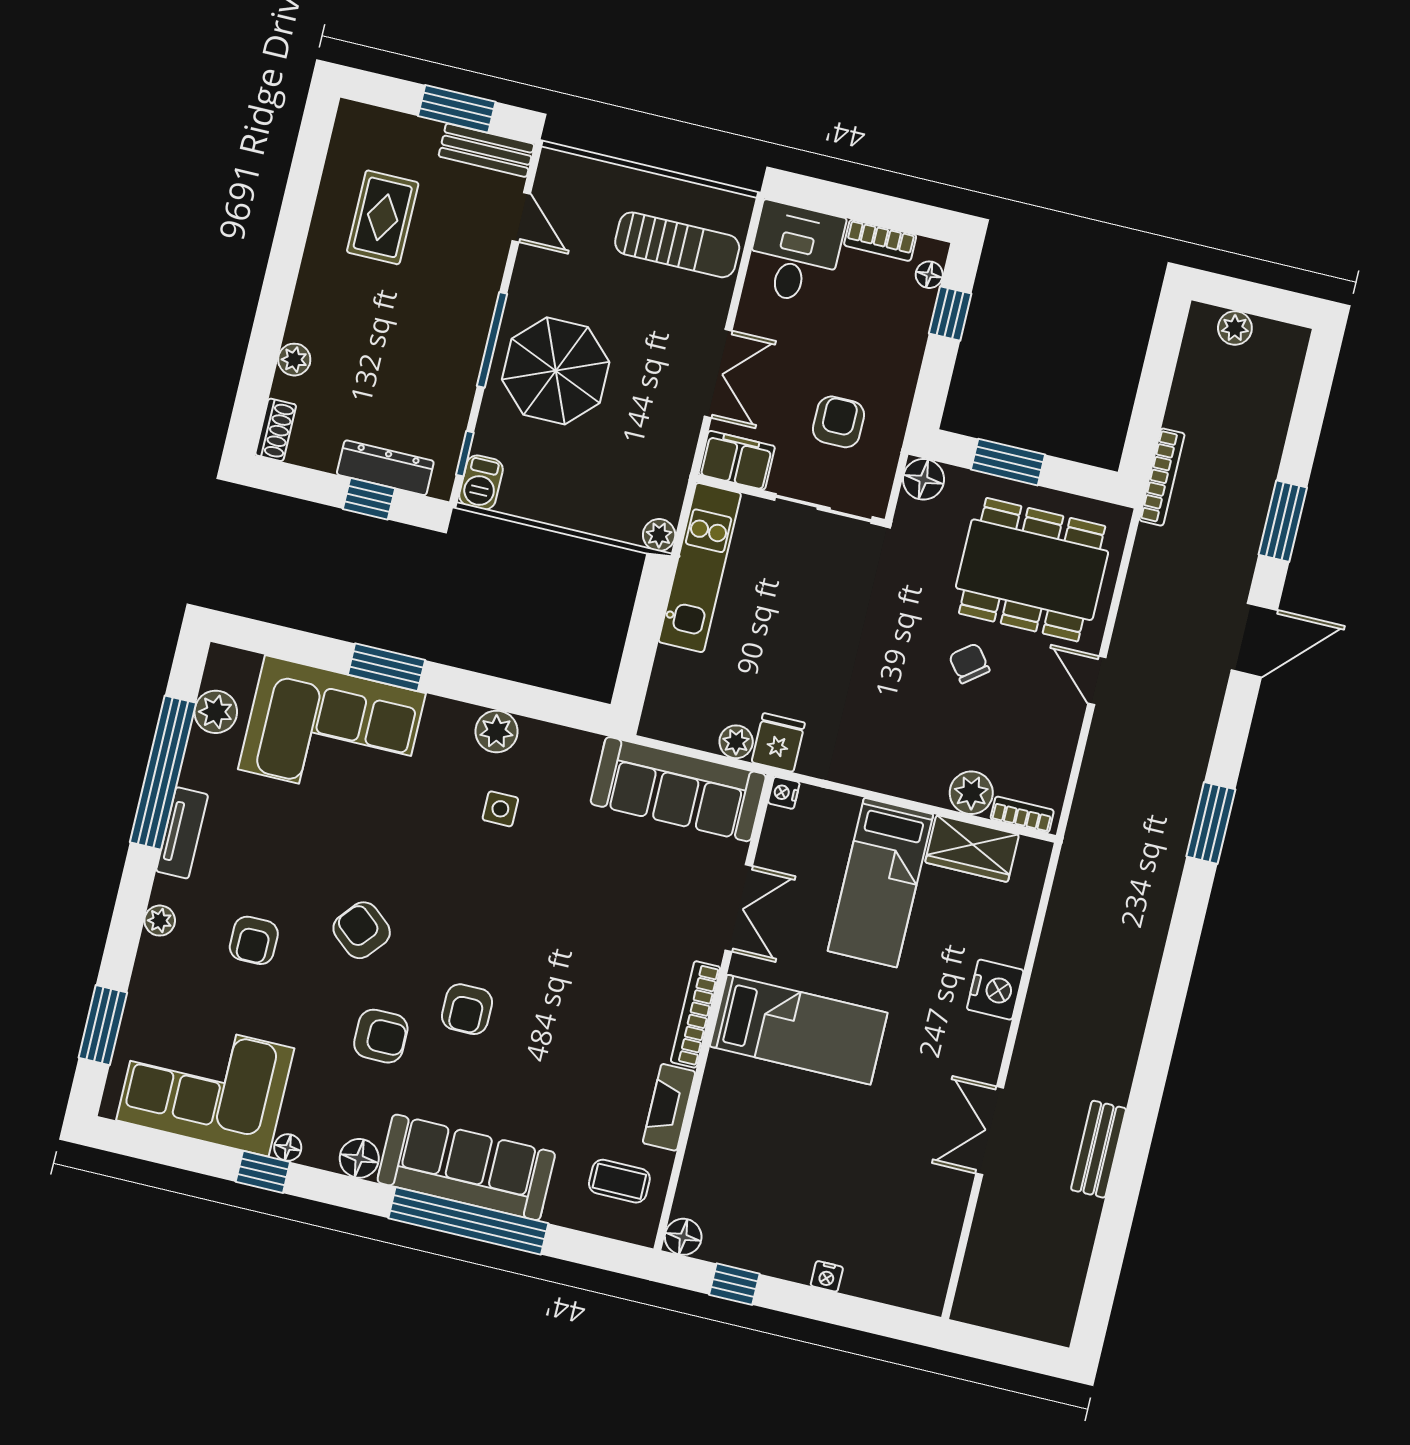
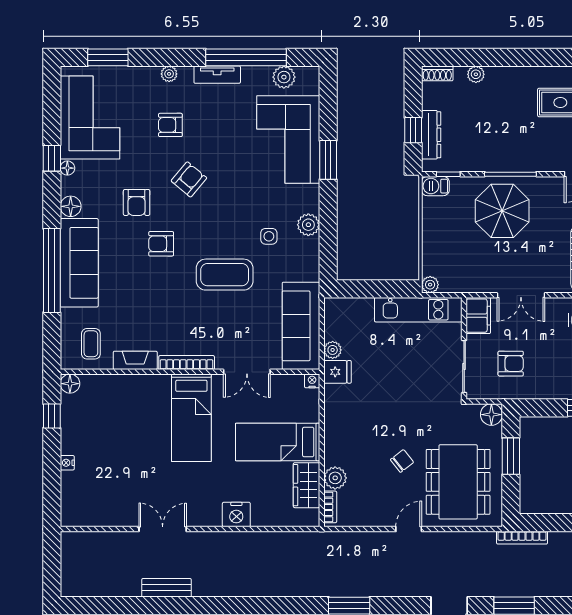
coffee table: (551, 906) -> (225, 275), added

